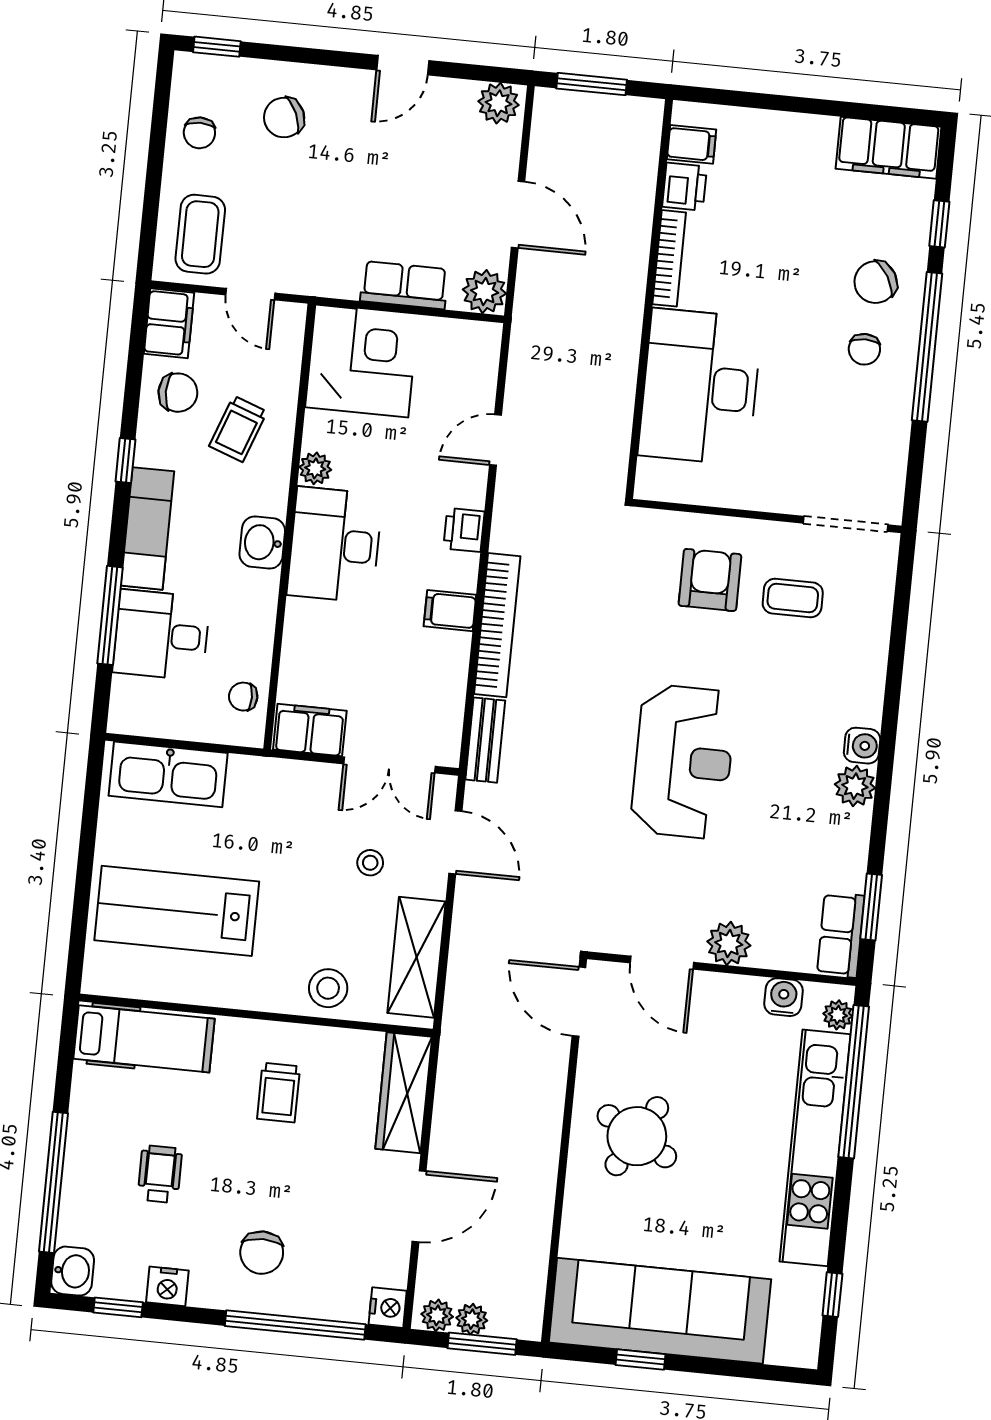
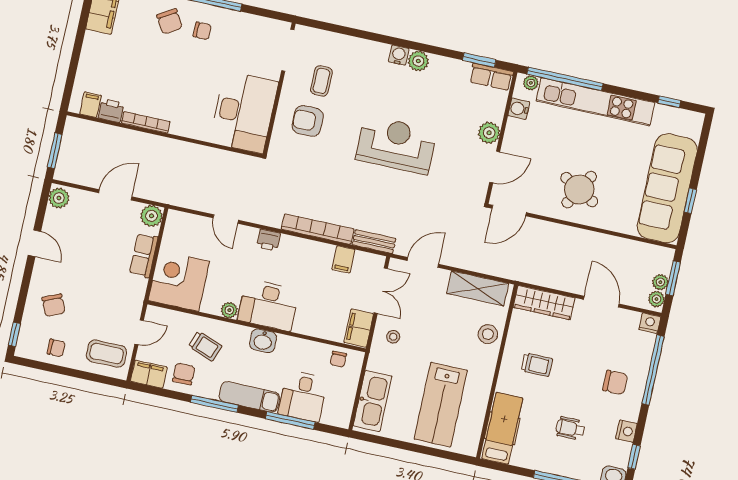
desk: (700, 387) -> (244, 112), moved, turned -90
window: (125, 461) -> (214, 404), width x2.17
filing cabinet: (450, 611) -> (343, 259), moved
stool: (370, 863) -> (393, 337), moved

